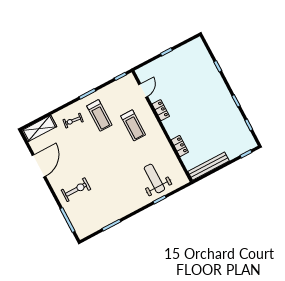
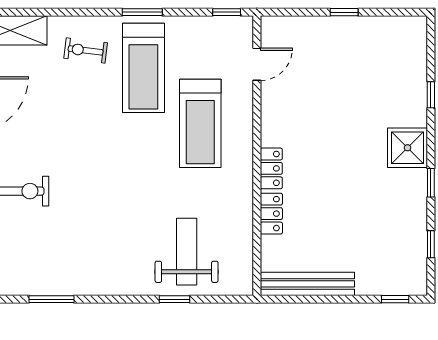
shower: (219, 92) -> (408, 148), added
locker: (161, 110) -> (271, 168), moved
treadmill: (99, 115) -> (143, 68), width x1.37, depth x1.38
treadmill: (133, 125) -> (200, 123), width x1.37, depth x1.38

